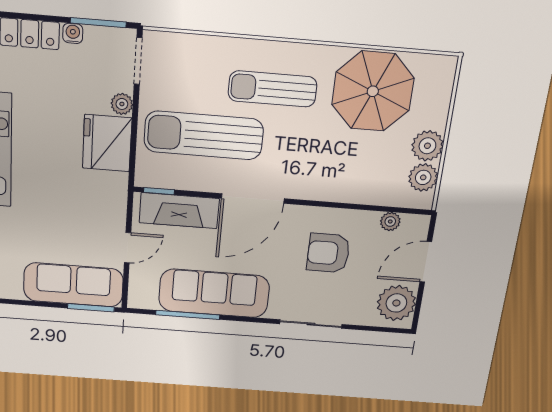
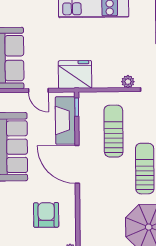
sun lounger: (204, 135) -> (114, 131), width x0.73, depth x0.75
fridge: (107, 143) -> (75, 75), moved

